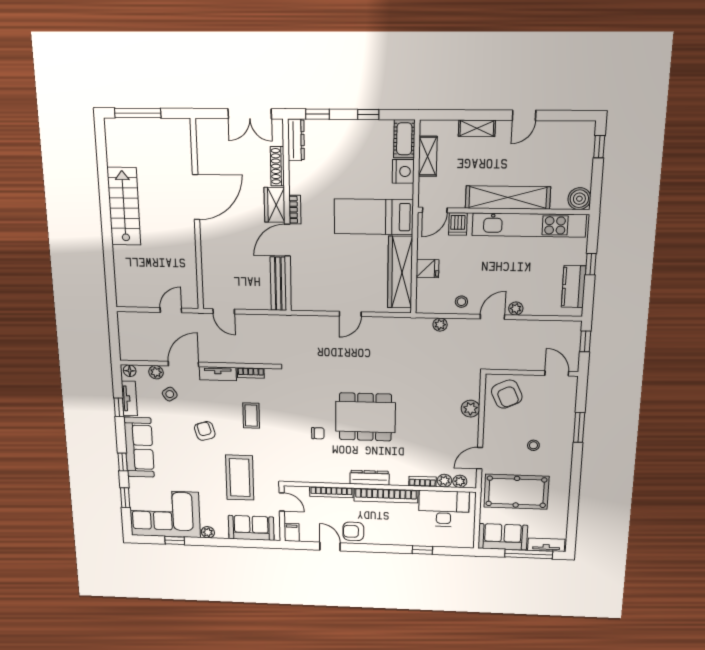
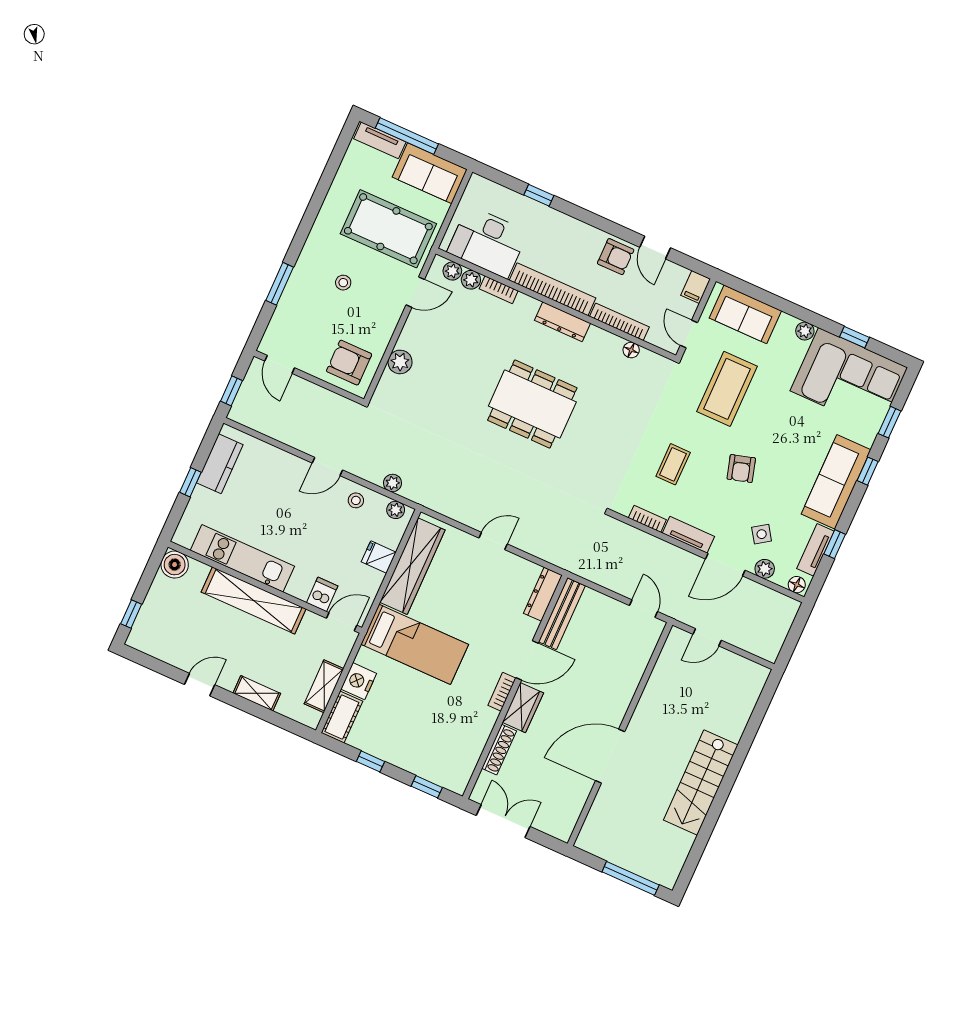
dresser: (296, 140) -> (543, 594), moved
kitchen unit: (529, 225) -> (242, 558), width x0.73
plant: (516, 309) -> (396, 510), moved
armchair: (507, 394) -> (349, 363), turned -65
chair: (318, 433) -> (601, 407), removed
floor lamp: (315, 477) -> (631, 350), added

